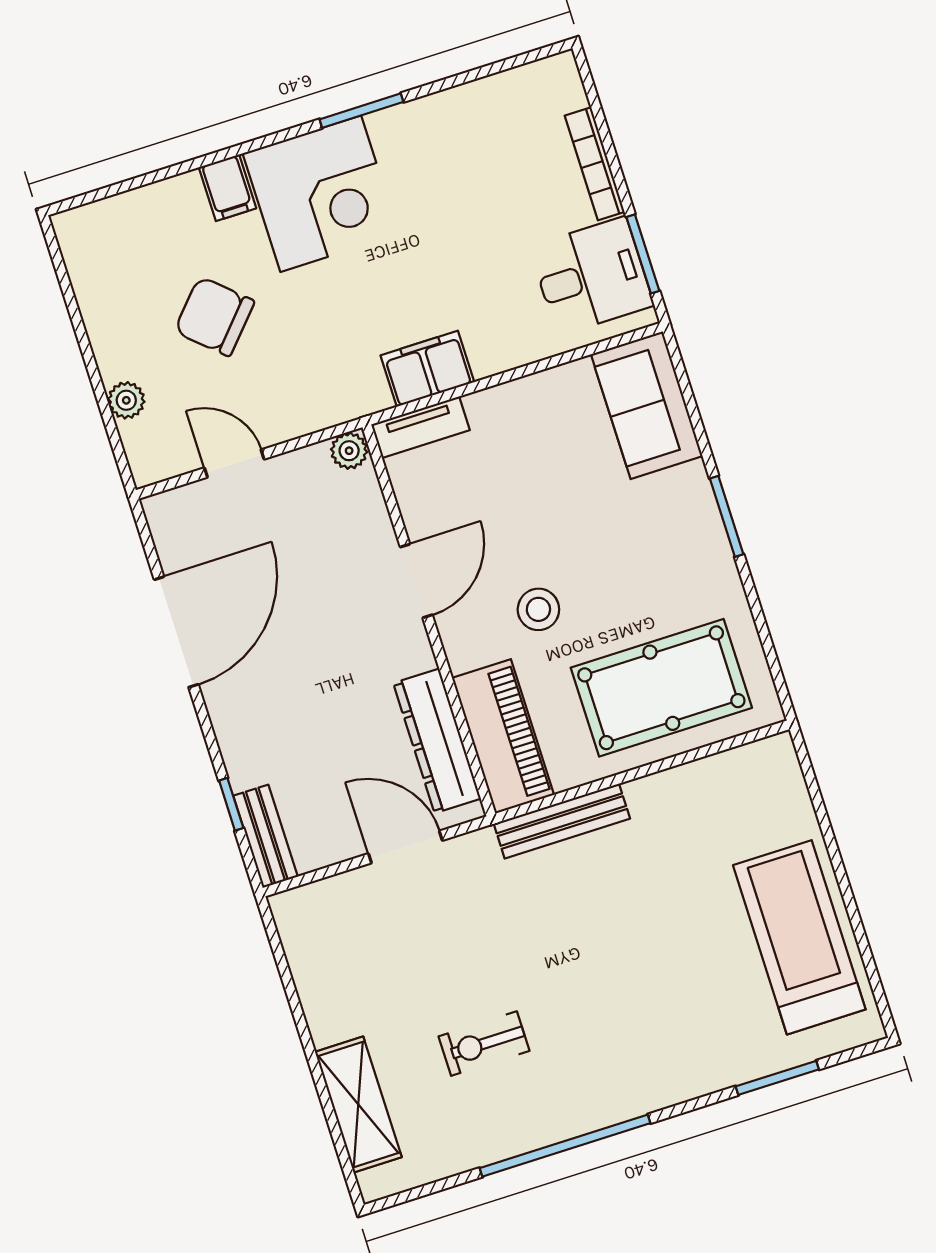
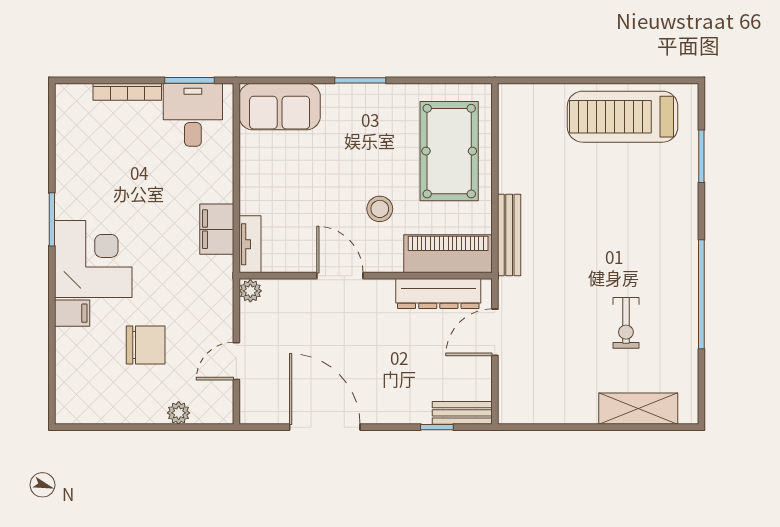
chair: (214, 316) -> (146, 345), turned -132

